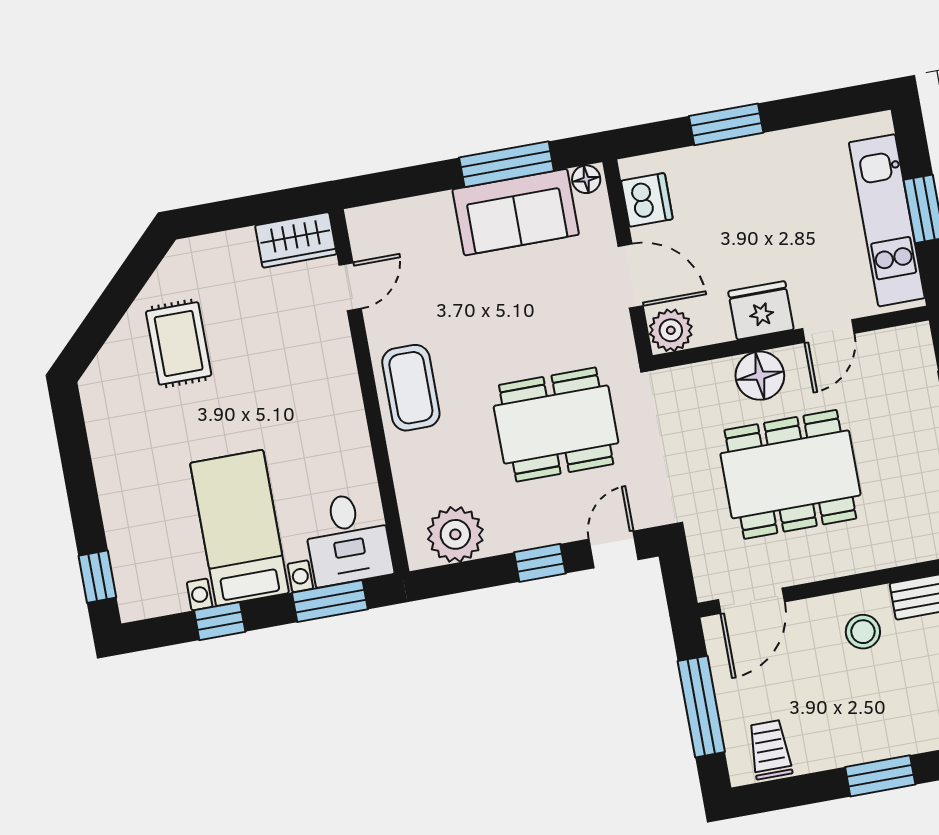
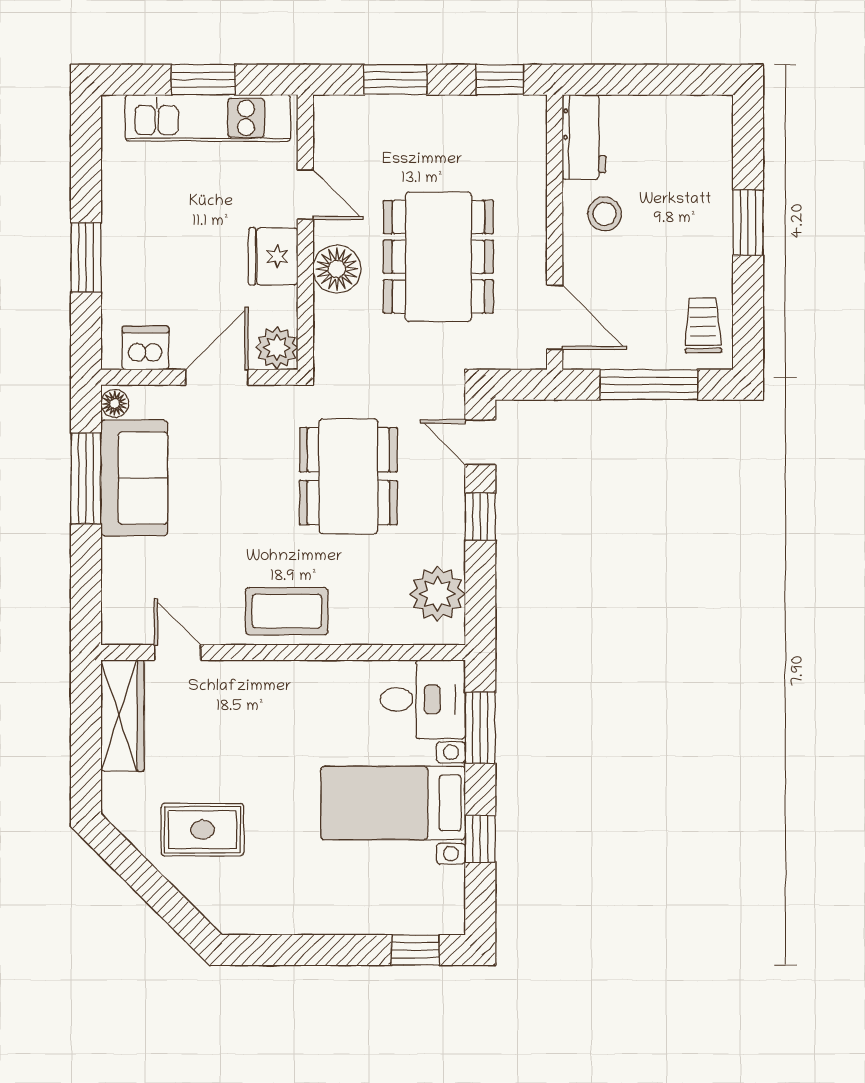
wardrobe: (296, 240) -> (122, 716), width x1.50
trolley: (770, 750) -> (703, 326), turned 89

